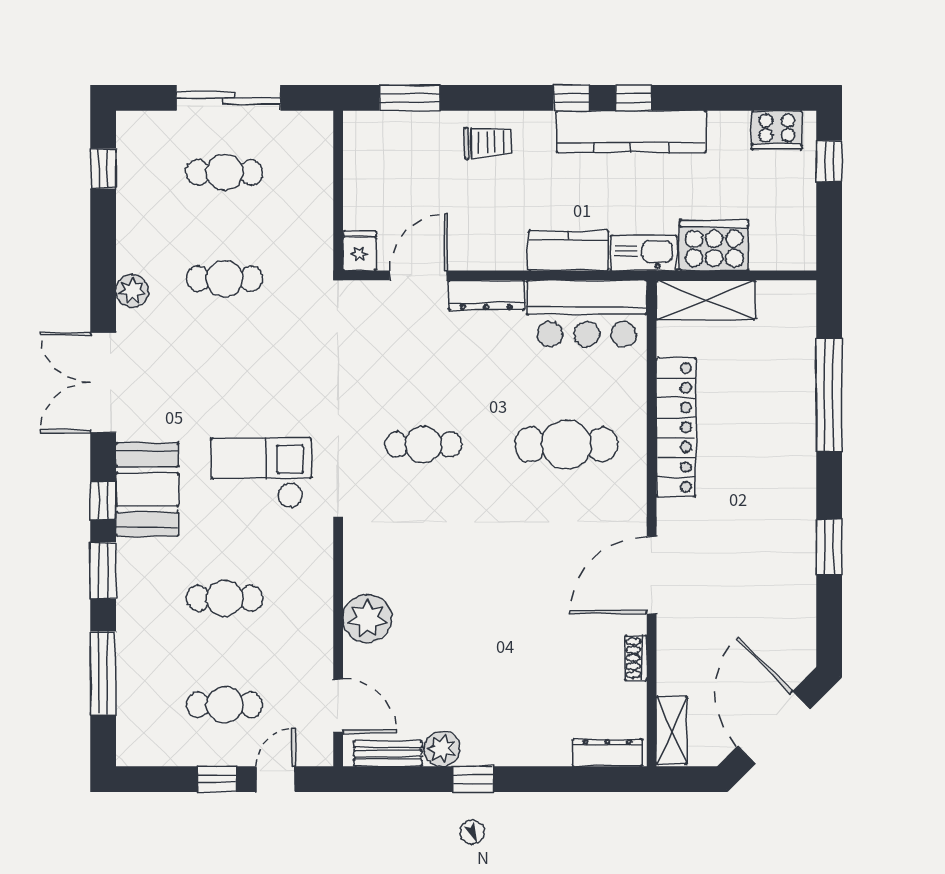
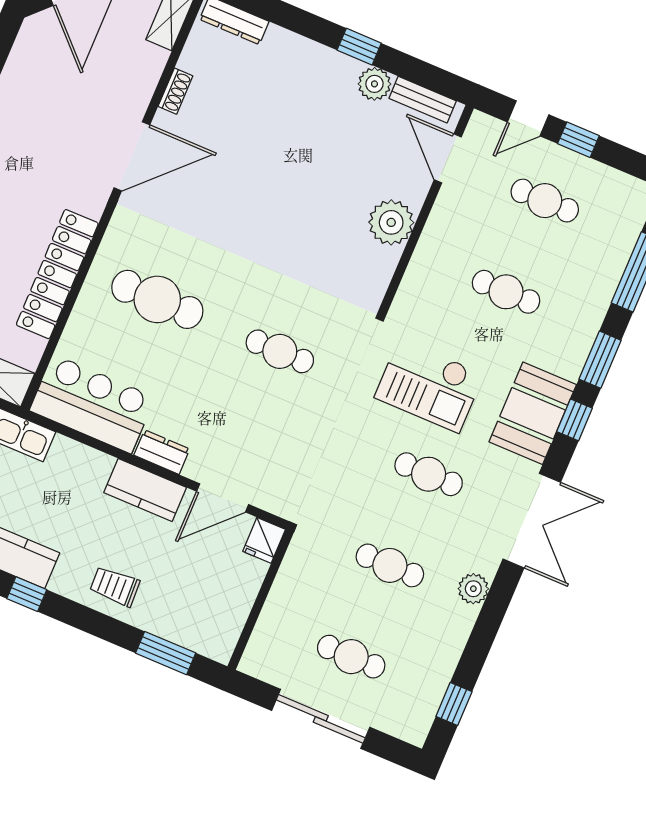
kitchen counter: (568, 251) -> (145, 490), moved
dresser: (486, 295) -> (162, 452), width x0.70
cafe table: (225, 385) -> (429, 474), added

